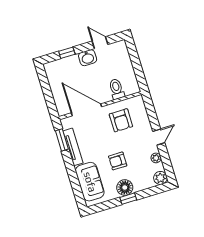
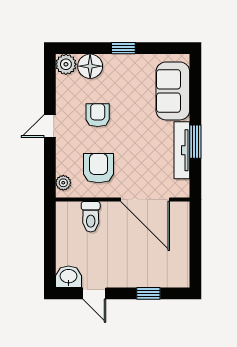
washbasin: (88, 58) -> (69, 277), moved
window: (62, 140) -> (195, 142), moved
plant: (156, 158) -> (63, 183), moved
armchair: (118, 161) -> (98, 115), moved, turned -90
floor lamp: (125, 188) -> (90, 66), moved

